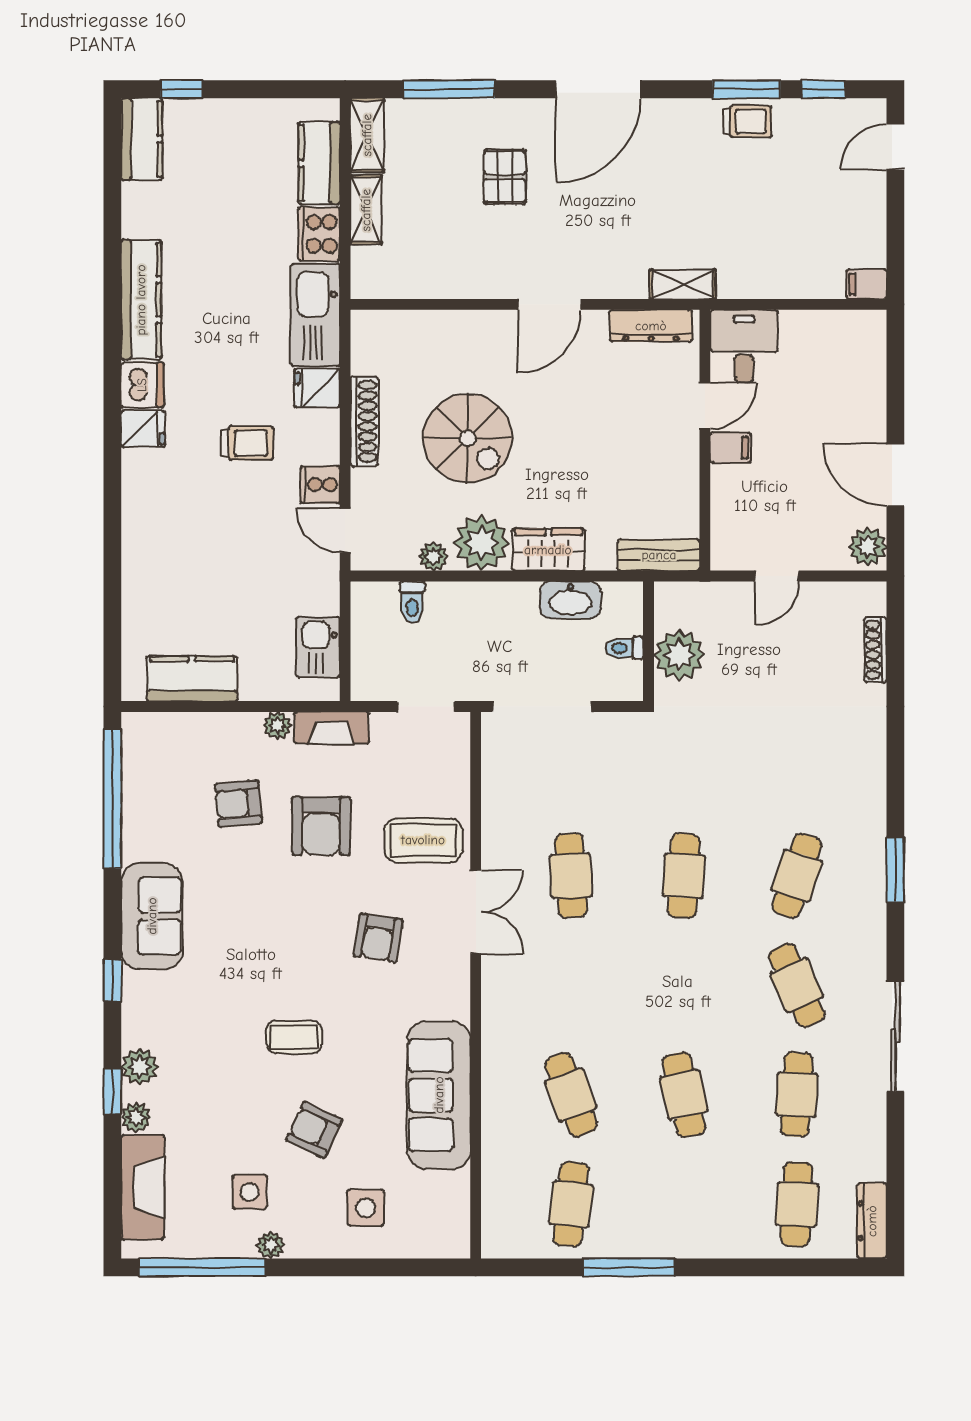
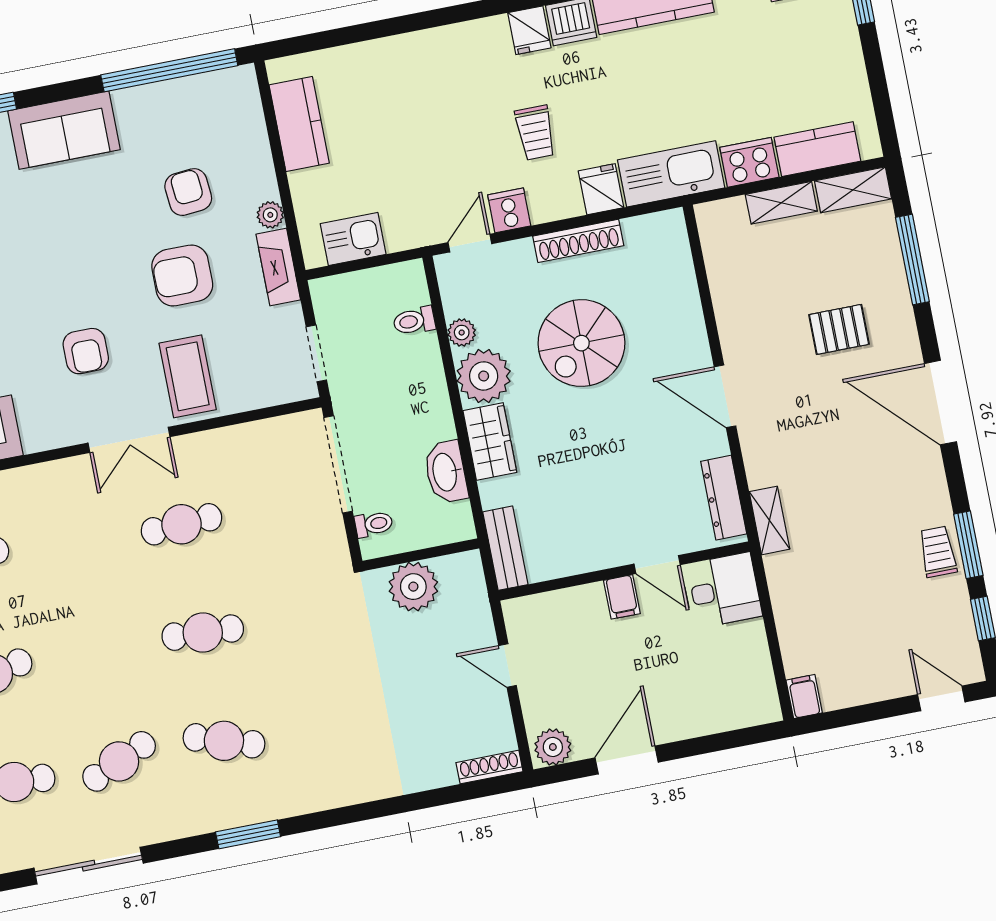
trolley: (747, 121) -> (938, 552), turned 180
toilet: (624, 648) -> (374, 524), moved, turned 90
shoe rack: (875, 650) -> (489, 767), moved
armchair: (378, 938) -> (86, 351), turned -99

